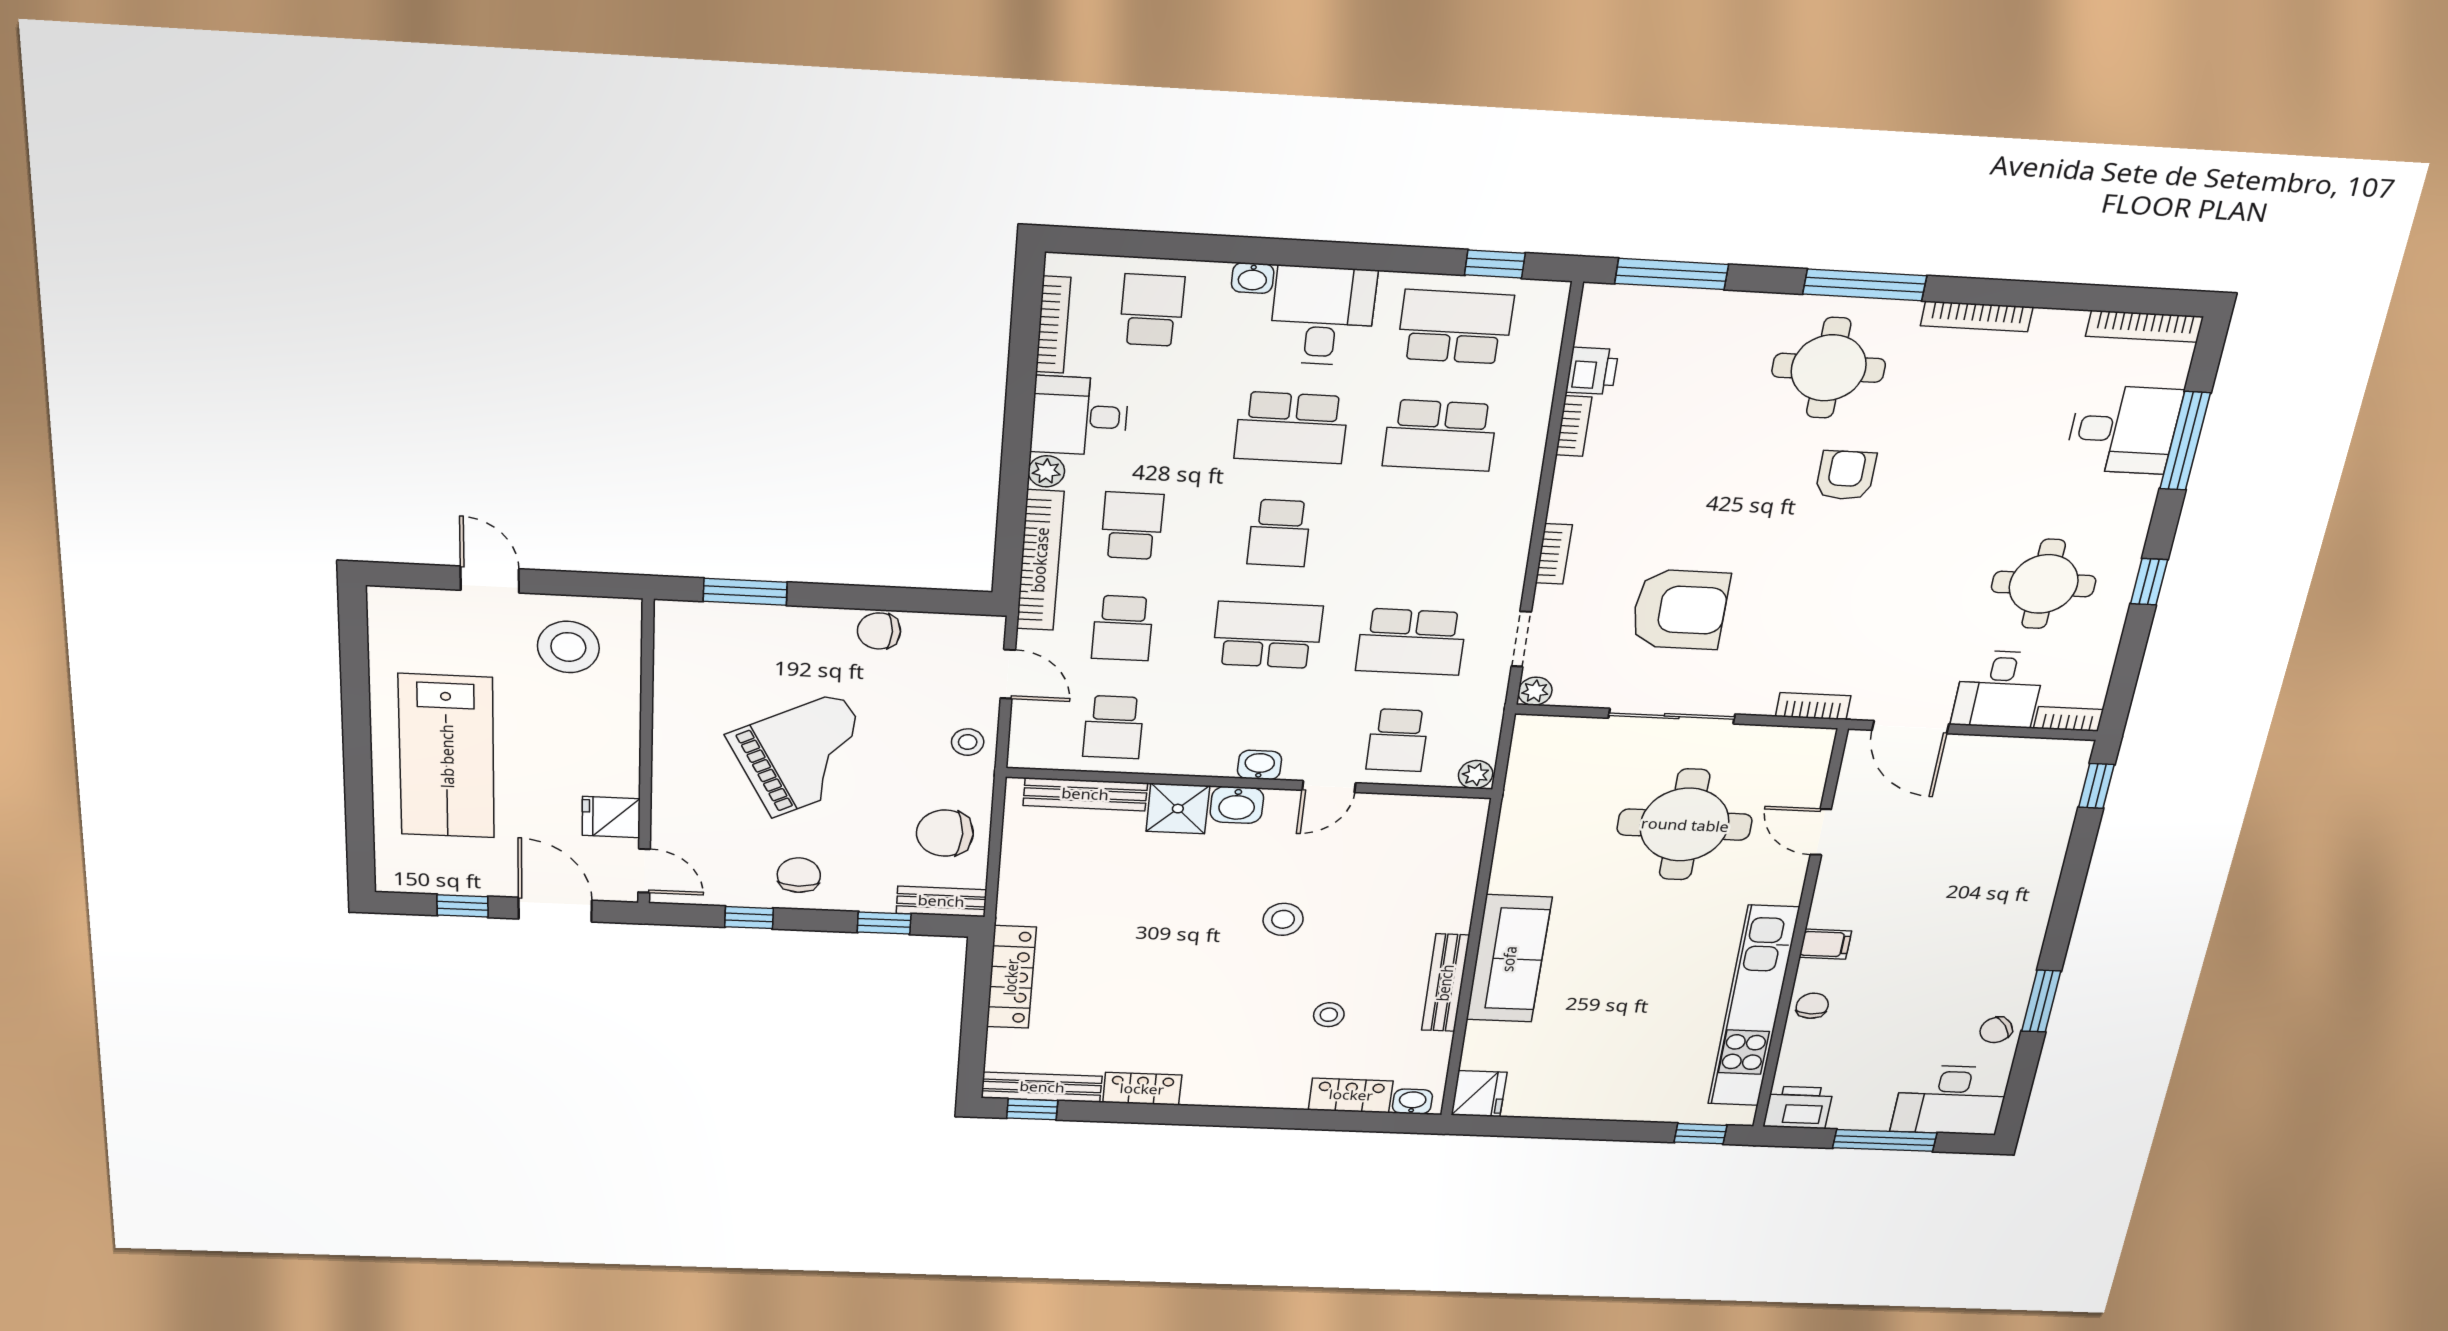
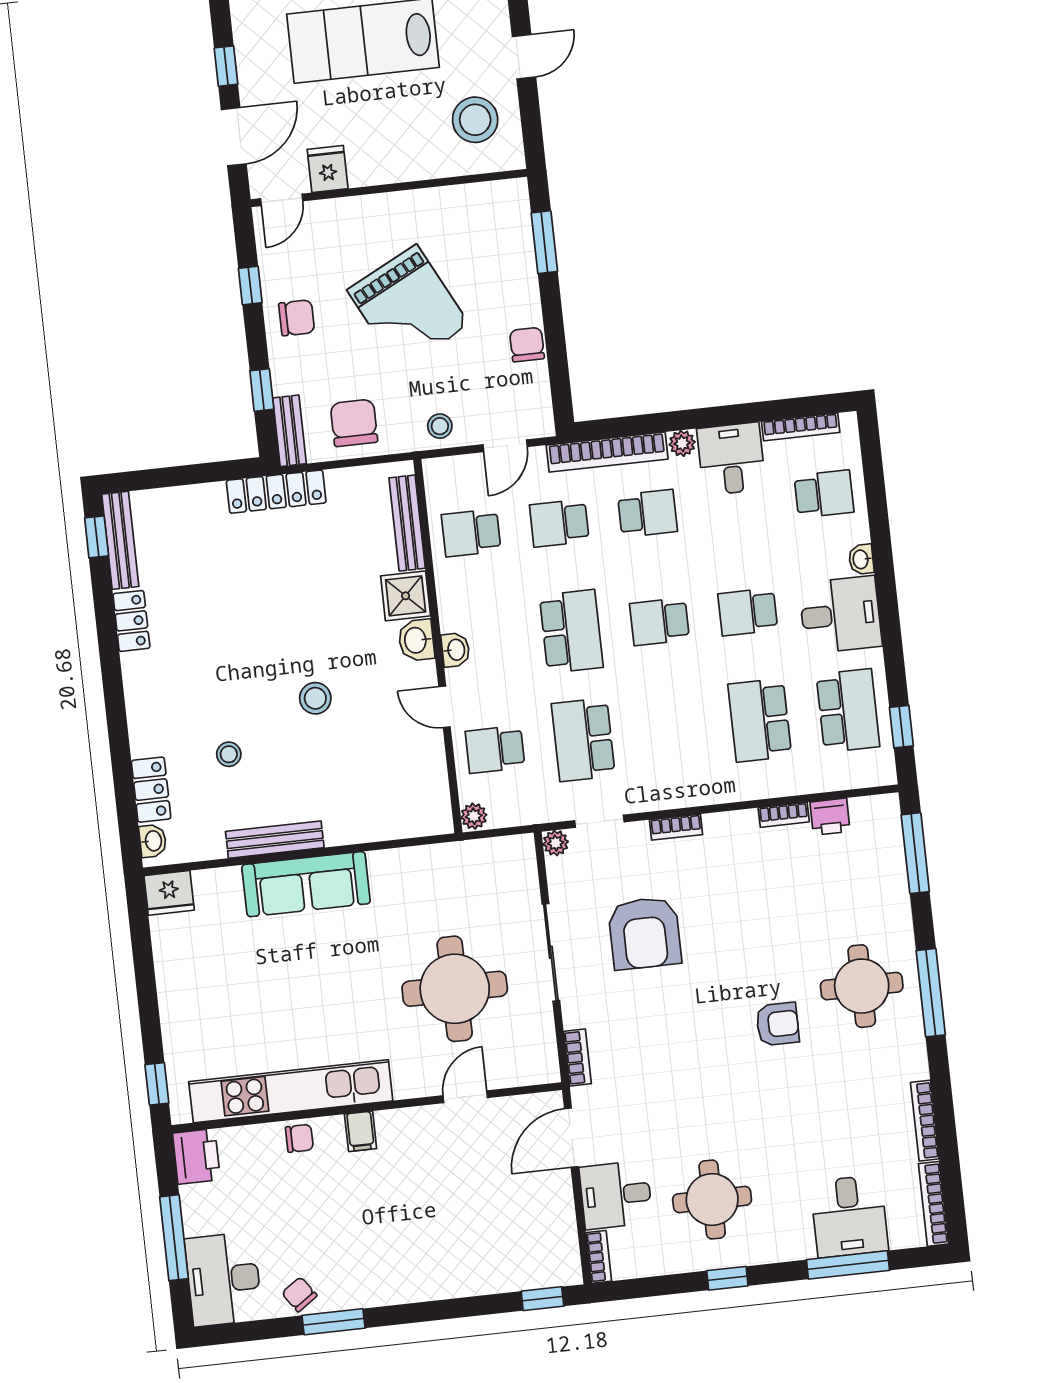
bookcase: (1977, 316) -> (925, 1121), moved
school desk: (1291, 428) -> (748, 612), width x0.54
locker: (1011, 977) -> (276, 492), moved

